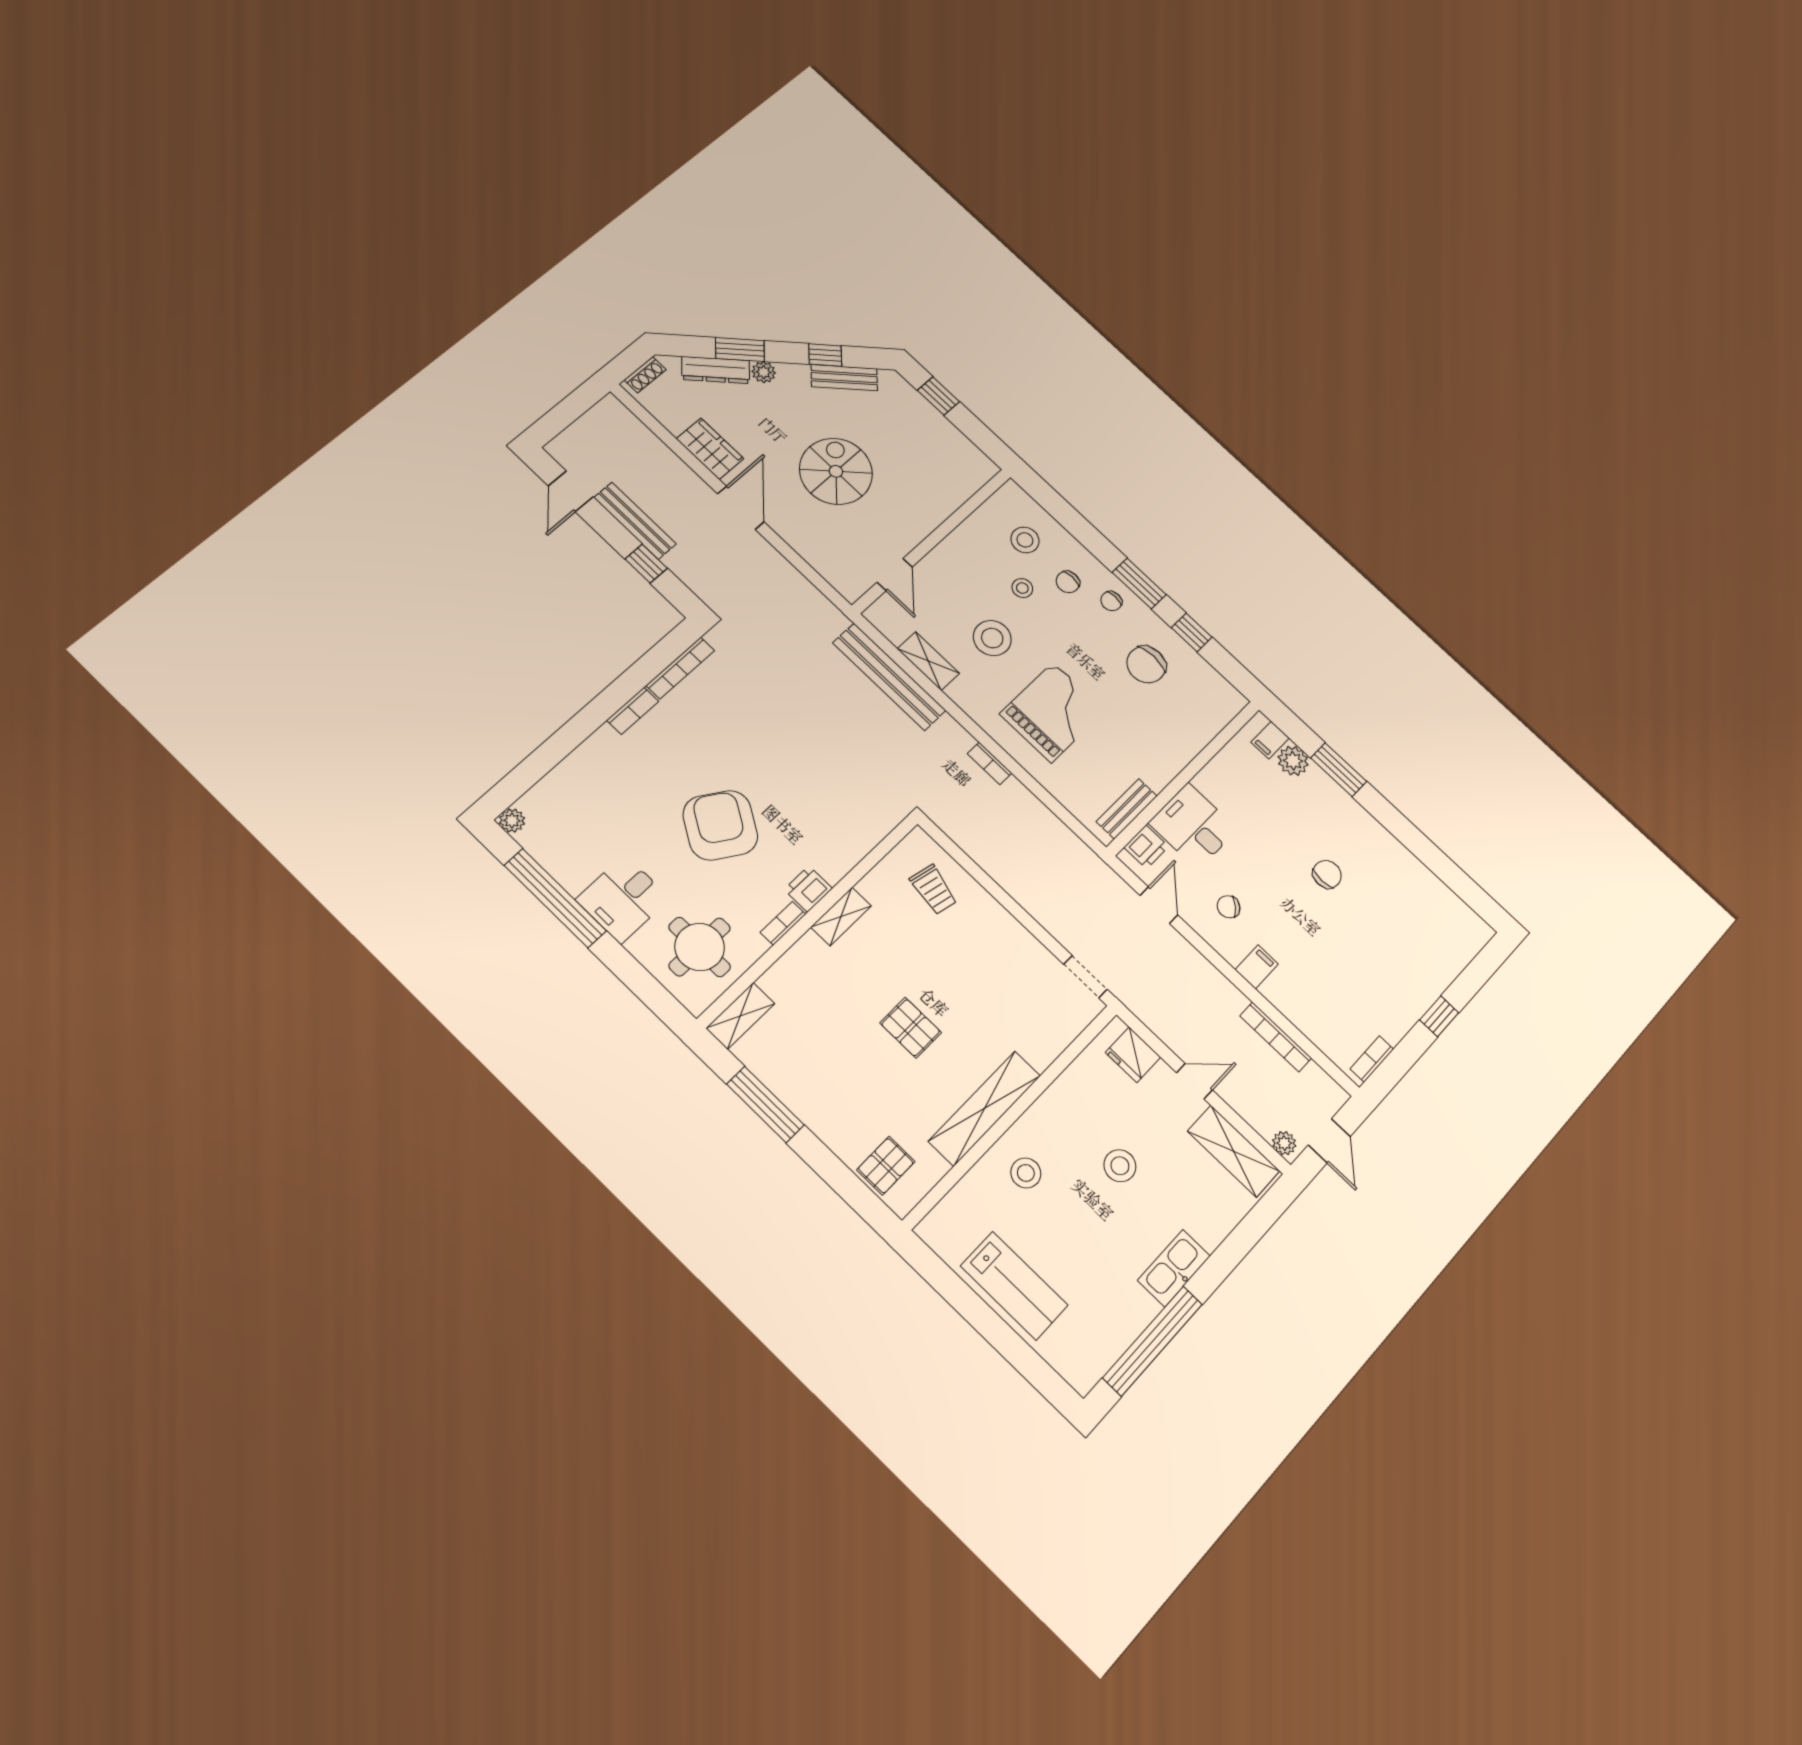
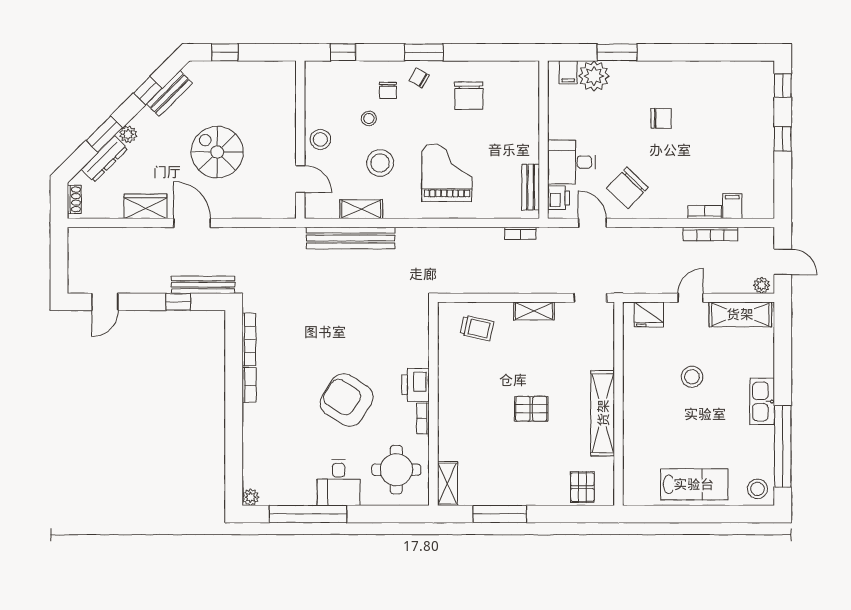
door: (571, 491) -> (105, 302), hinge flipped
bench: (635, 521) -> (203, 285), moved
stool: (1025, 540) -> (320, 139), moved
chair: (1111, 601) -> (419, 78), turned 120
window: (1192, 632) -> (343, 52), moved
plant: (1293, 761) -> (594, 76), width x1.36, depth x1.36
bookcase: (990, 763) -> (520, 233), moved
chair: (1327, 874) -> (661, 118), turned 90
printer: (808, 889) -> (415, 385), width x1.36, depth x1.24
chair: (1229, 907) -> (627, 188), width x1.87, depth x1.87
shelving: (841, 916) -> (534, 311), moved, turned 90
window: (1485, 964) -> (783, 86), added
filing cabinet: (1257, 967) -> (732, 206), moved
bookcase: (1372, 1059) -> (705, 212), moved, turned 90
stool: (1026, 1173) -> (757, 489), moved

